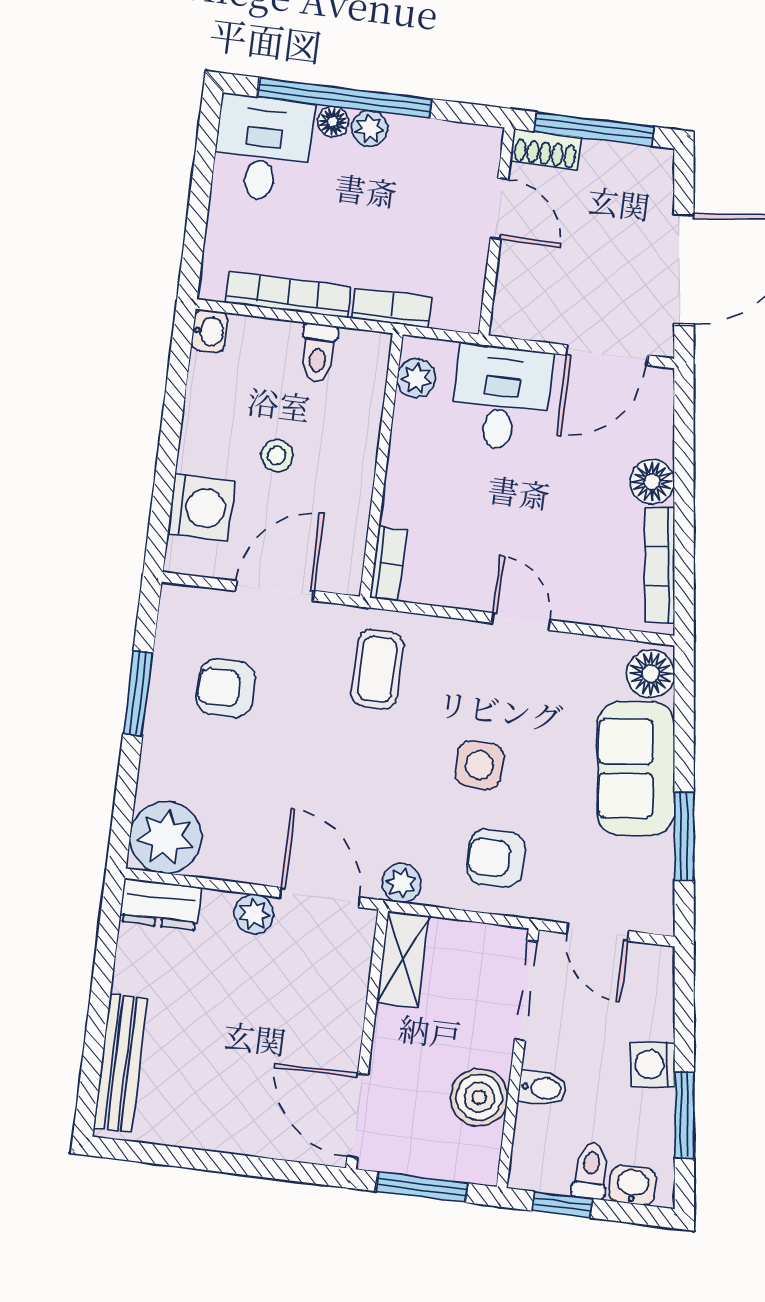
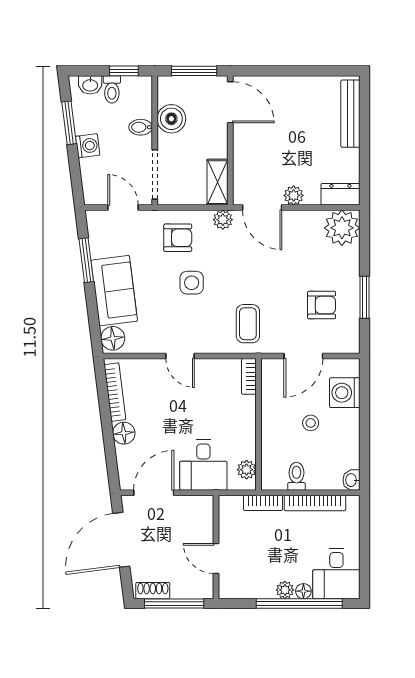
shoe rack: (546, 149) -> (153, 591), moved

